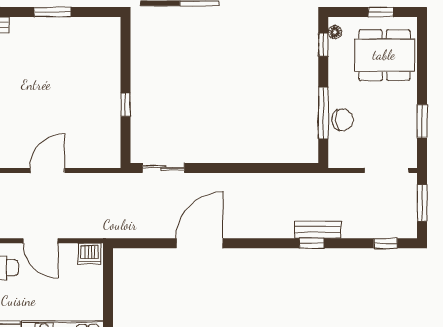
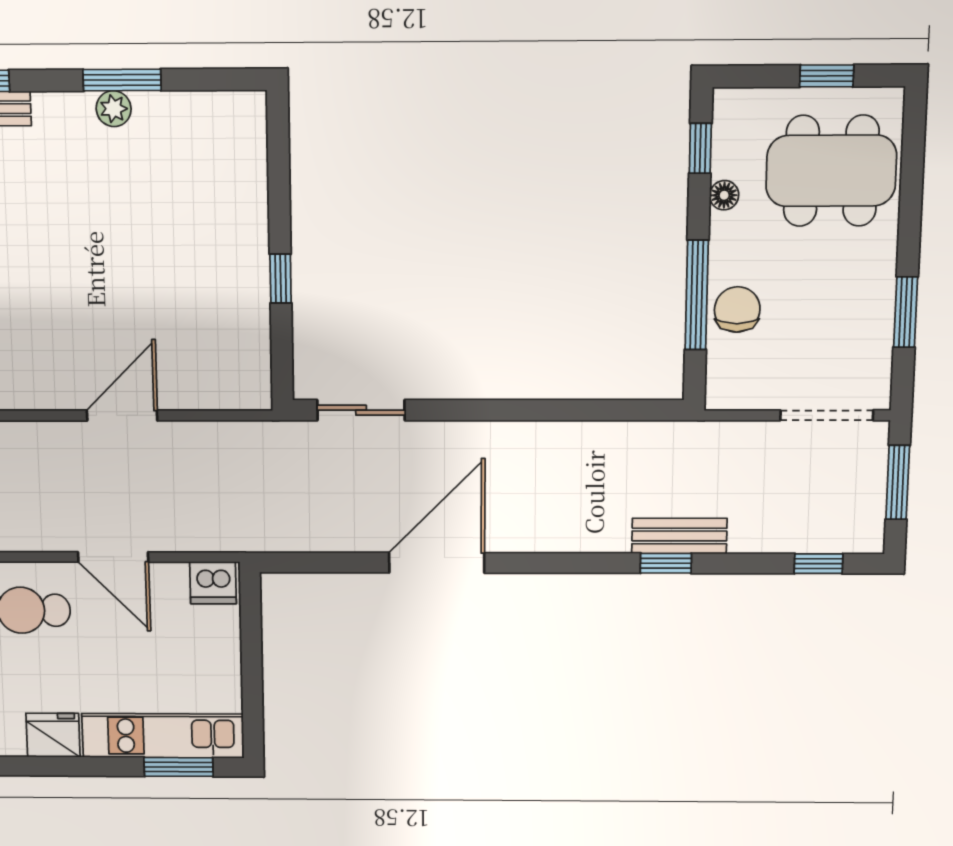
plant: (48, 25) -> (114, 109), added
floor lamp: (335, 32) -> (724, 195), moved
chair: (343, 120) -> (737, 309), turned -84

